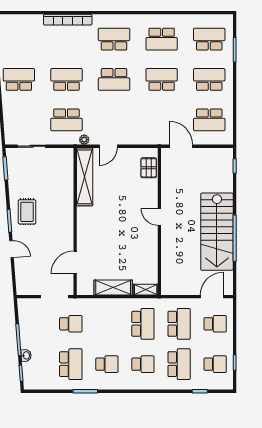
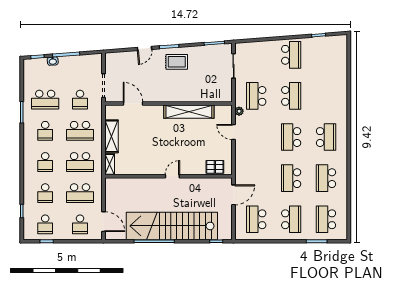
bookcase: (68, 20) -> (343, 97), removed
school desk: (209, 39) -> (326, 219), turned 180
school desk: (162, 79) -> (291, 178), turned 180
shelving: (85, 177) -> (189, 112), moved
stairs: (217, 232) -> (172, 226), width x1.36
school desk: (107, 324) -> (80, 131), added
school desk: (179, 364) -> (45, 193), width x0.54

